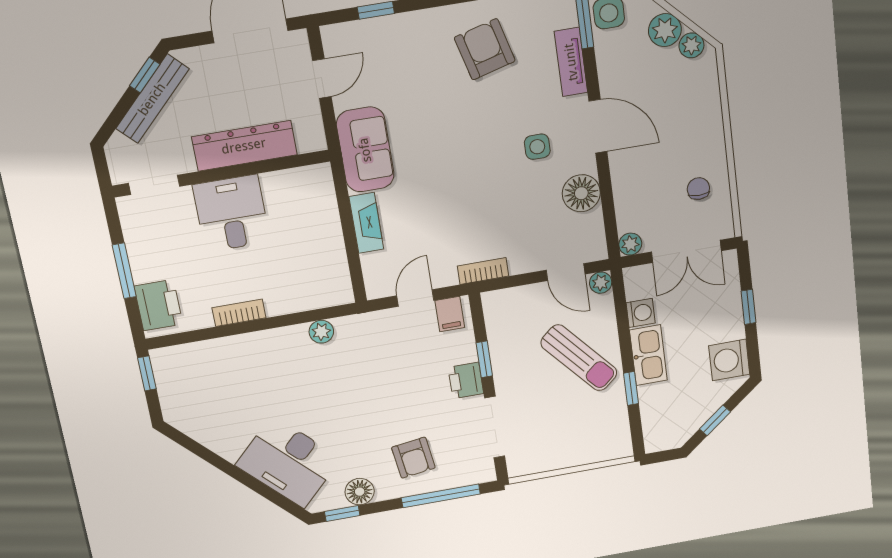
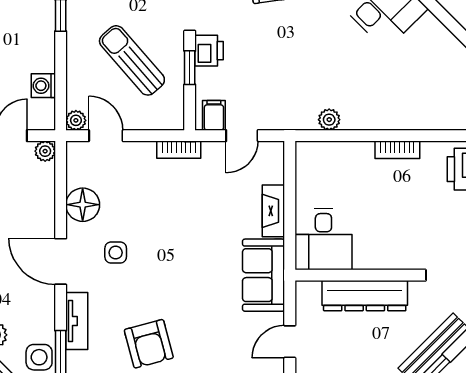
desk: (231, 213) -> (323, 239), moved
kitchen sink: (648, 355) -> (41, 44), removed
sun lounger: (579, 358) -> (132, 60), moved

